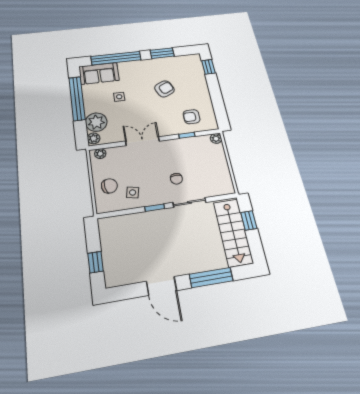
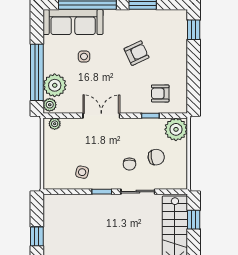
sofa: (99, 73) -> (73, 22), width x1.36
window: (77, 98) -> (37, 72), moved
plant: (216, 138) -> (176, 129), width x1.87, depth x1.87
chair: (109, 186) -> (156, 157), moved

